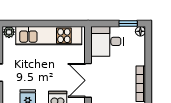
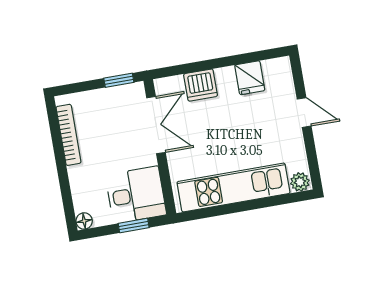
window: (128, 23) -> (134, 226), moved

